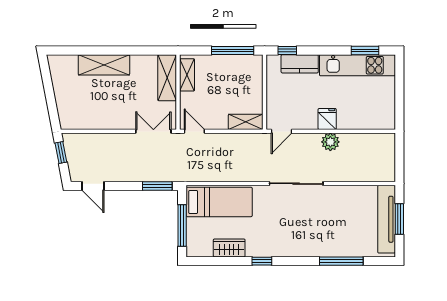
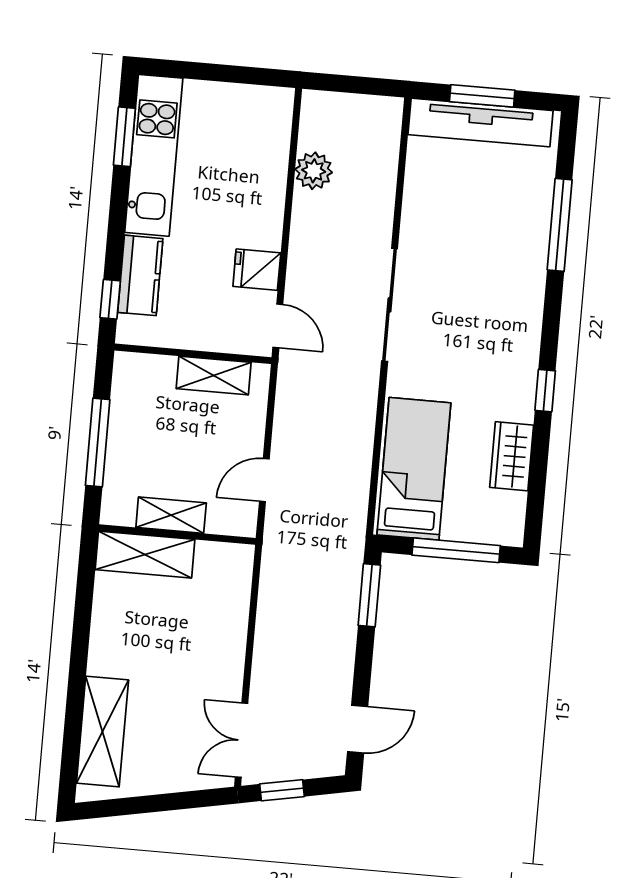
window: (233, 50) -> (98, 442), moved
shelving: (104, 65) -> (102, 732), moved
shelving: (187, 75) -> (171, 515), moved
fridge: (327, 119) -> (257, 270), moved
shelving: (246, 122) -> (214, 375), moved, turned 90
double door: (153, 131) -> (242, 740), moved
door: (194, 131) -> (264, 480), moved
plant: (330, 142) -> (314, 171), moved

